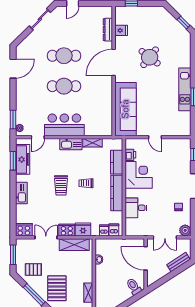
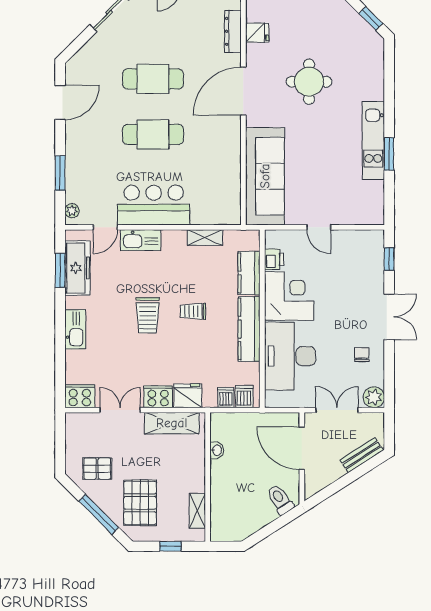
round table: (150, 57) -> (309, 82), turned -38
window: (13, 119) -> (60, 173), moved
kitchen sink: (71, 144) -> (141, 240), moved
desk: (136, 208) -> (290, 356), width x1.87, depth x1.30
double door: (165, 237) -> (337, 410), swing flipped
window: (13, 255) -> (60, 442), removed

